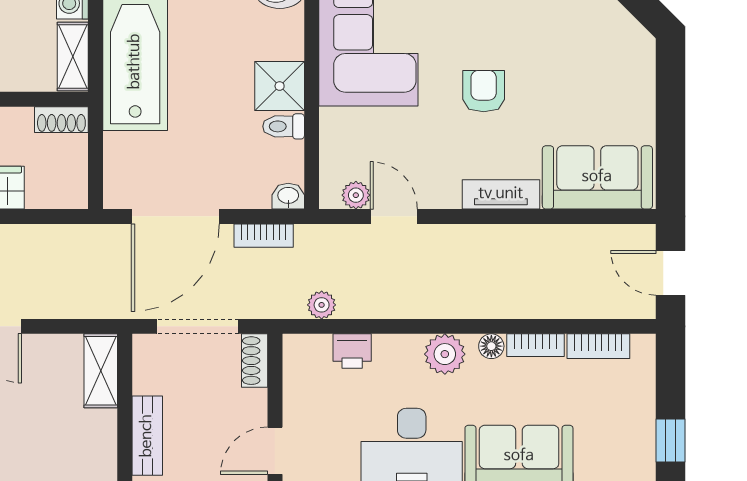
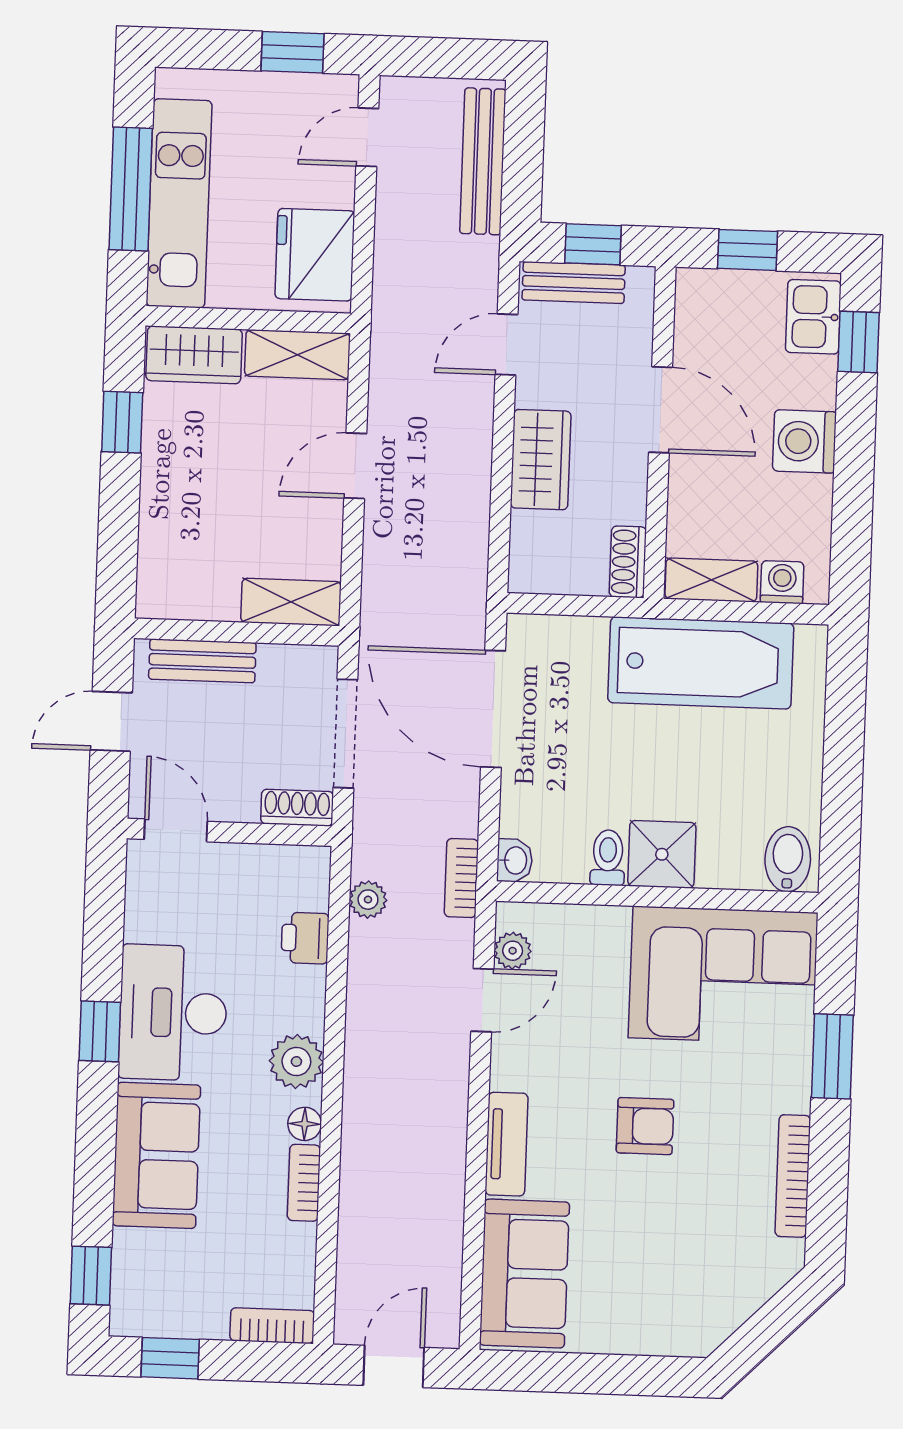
bookcase: (264, 236) -> (461, 878), moved
bookcase: (598, 346) -> (272, 1326), moved, turned 90

